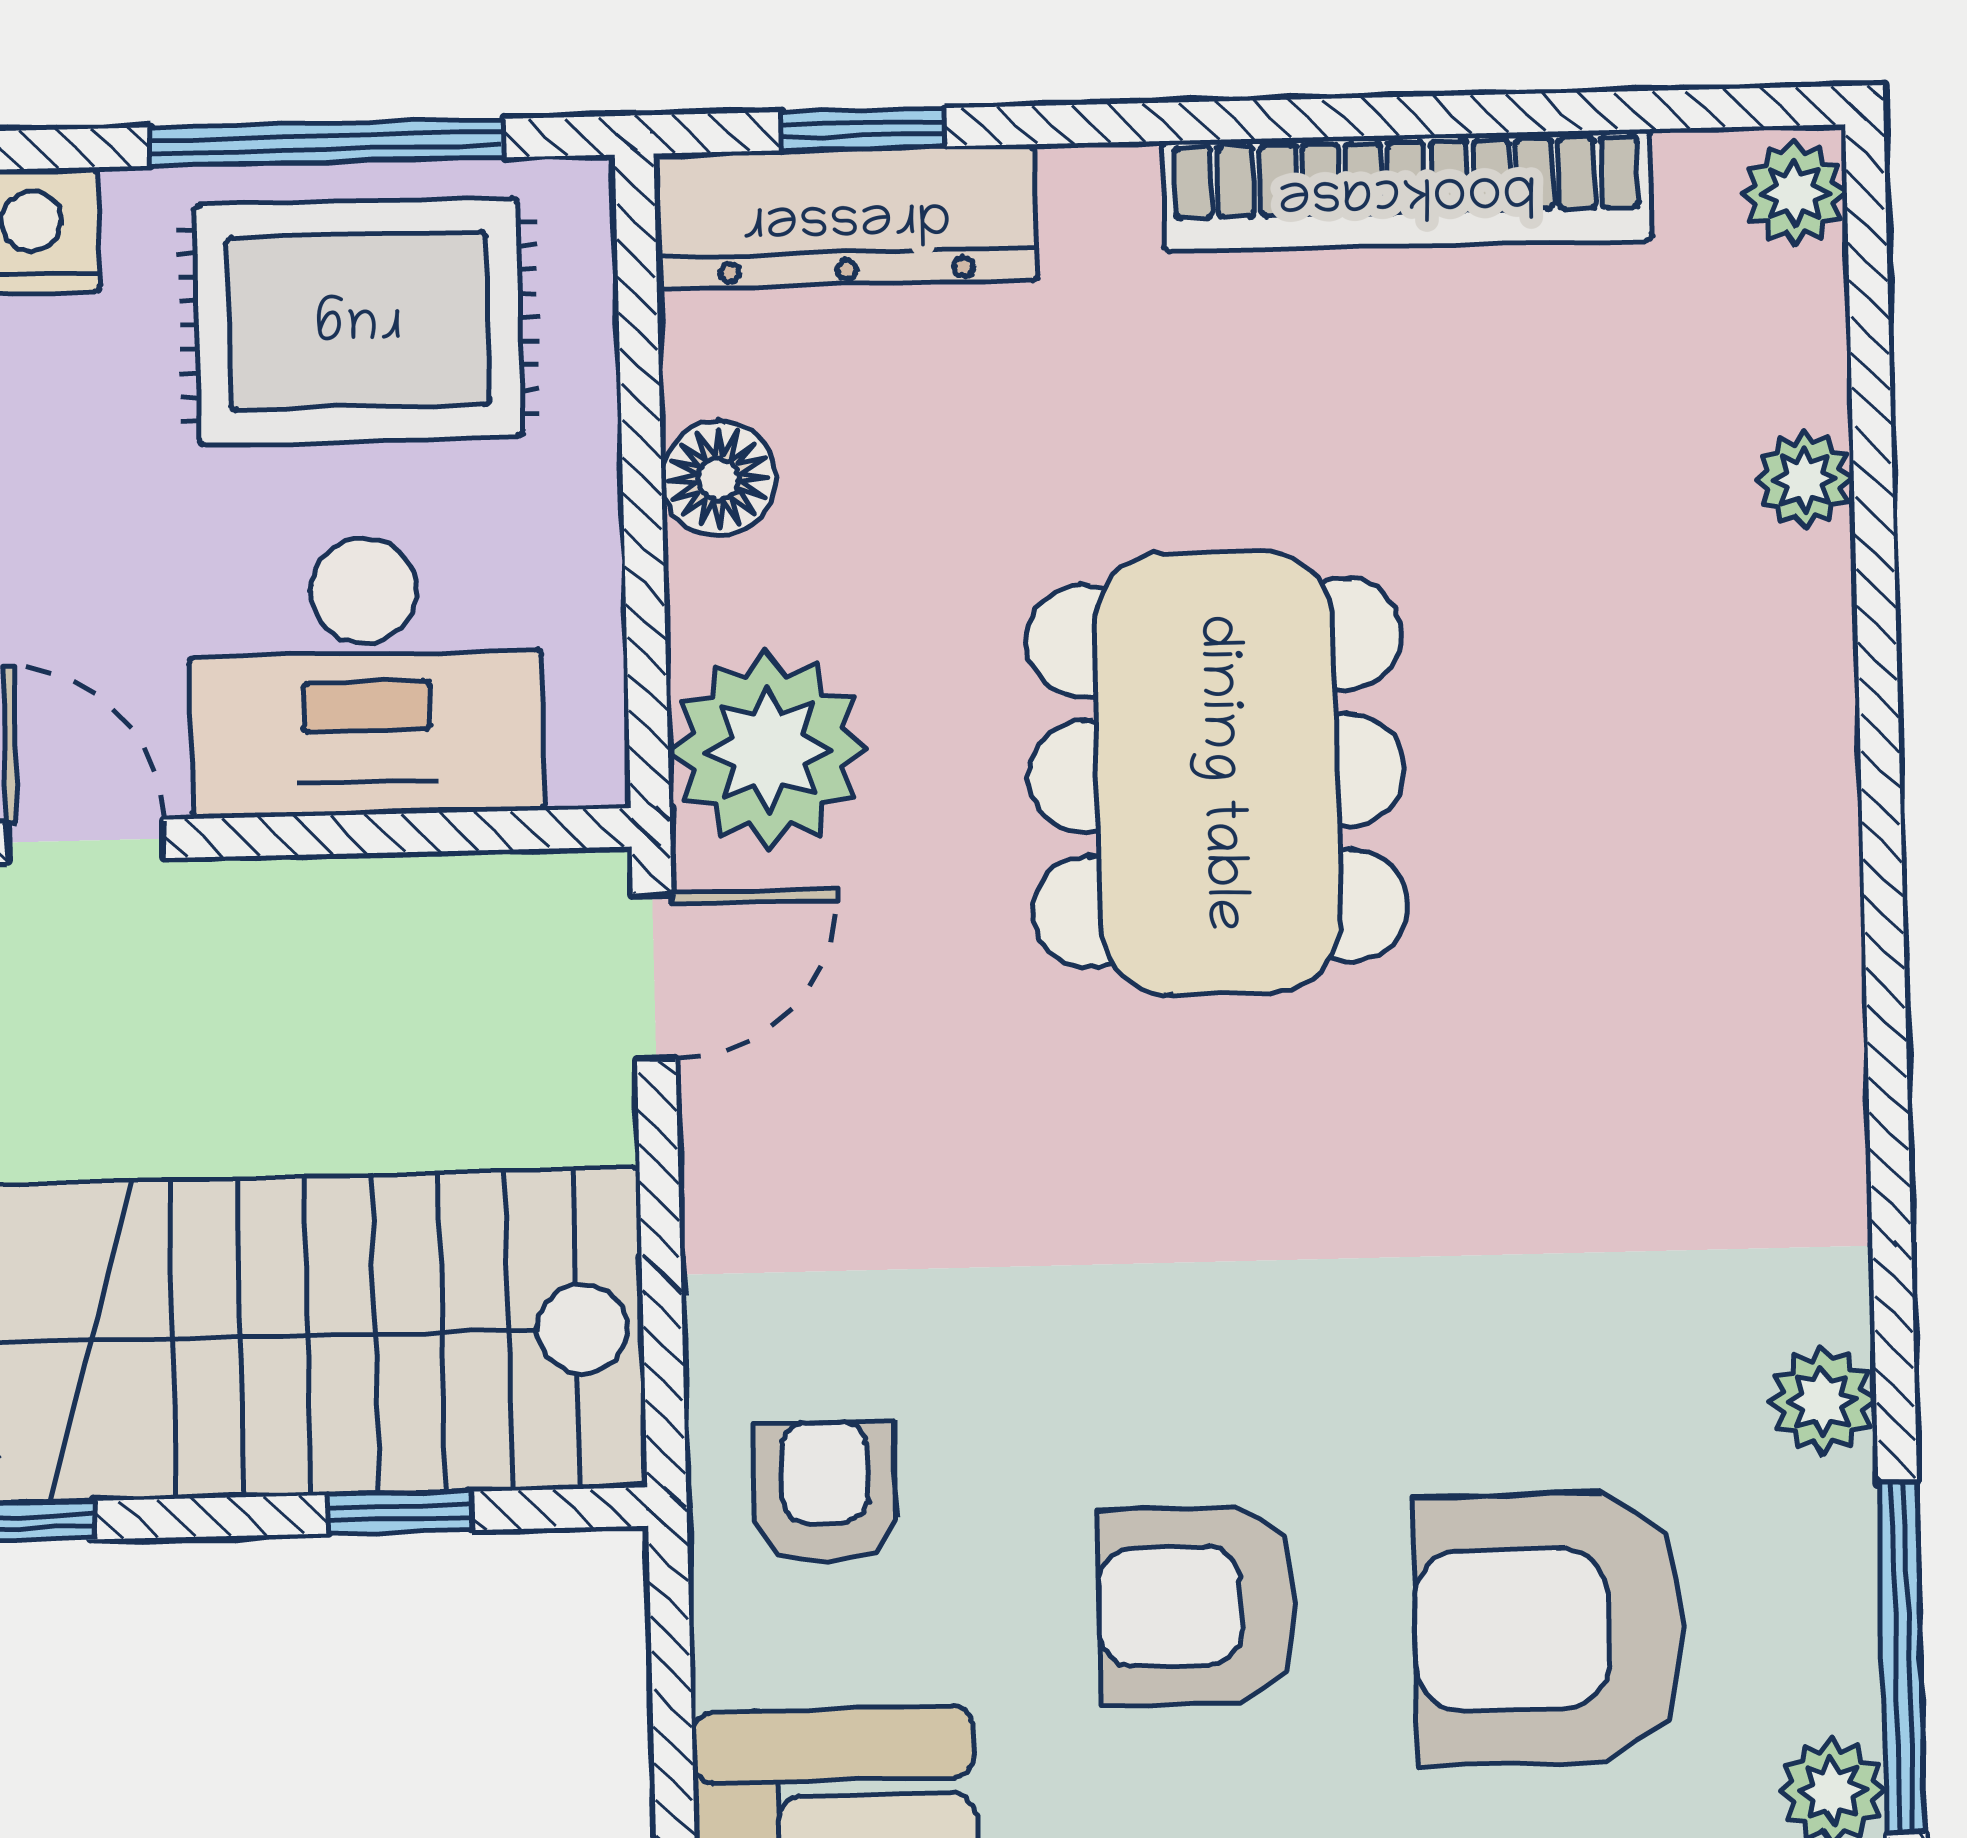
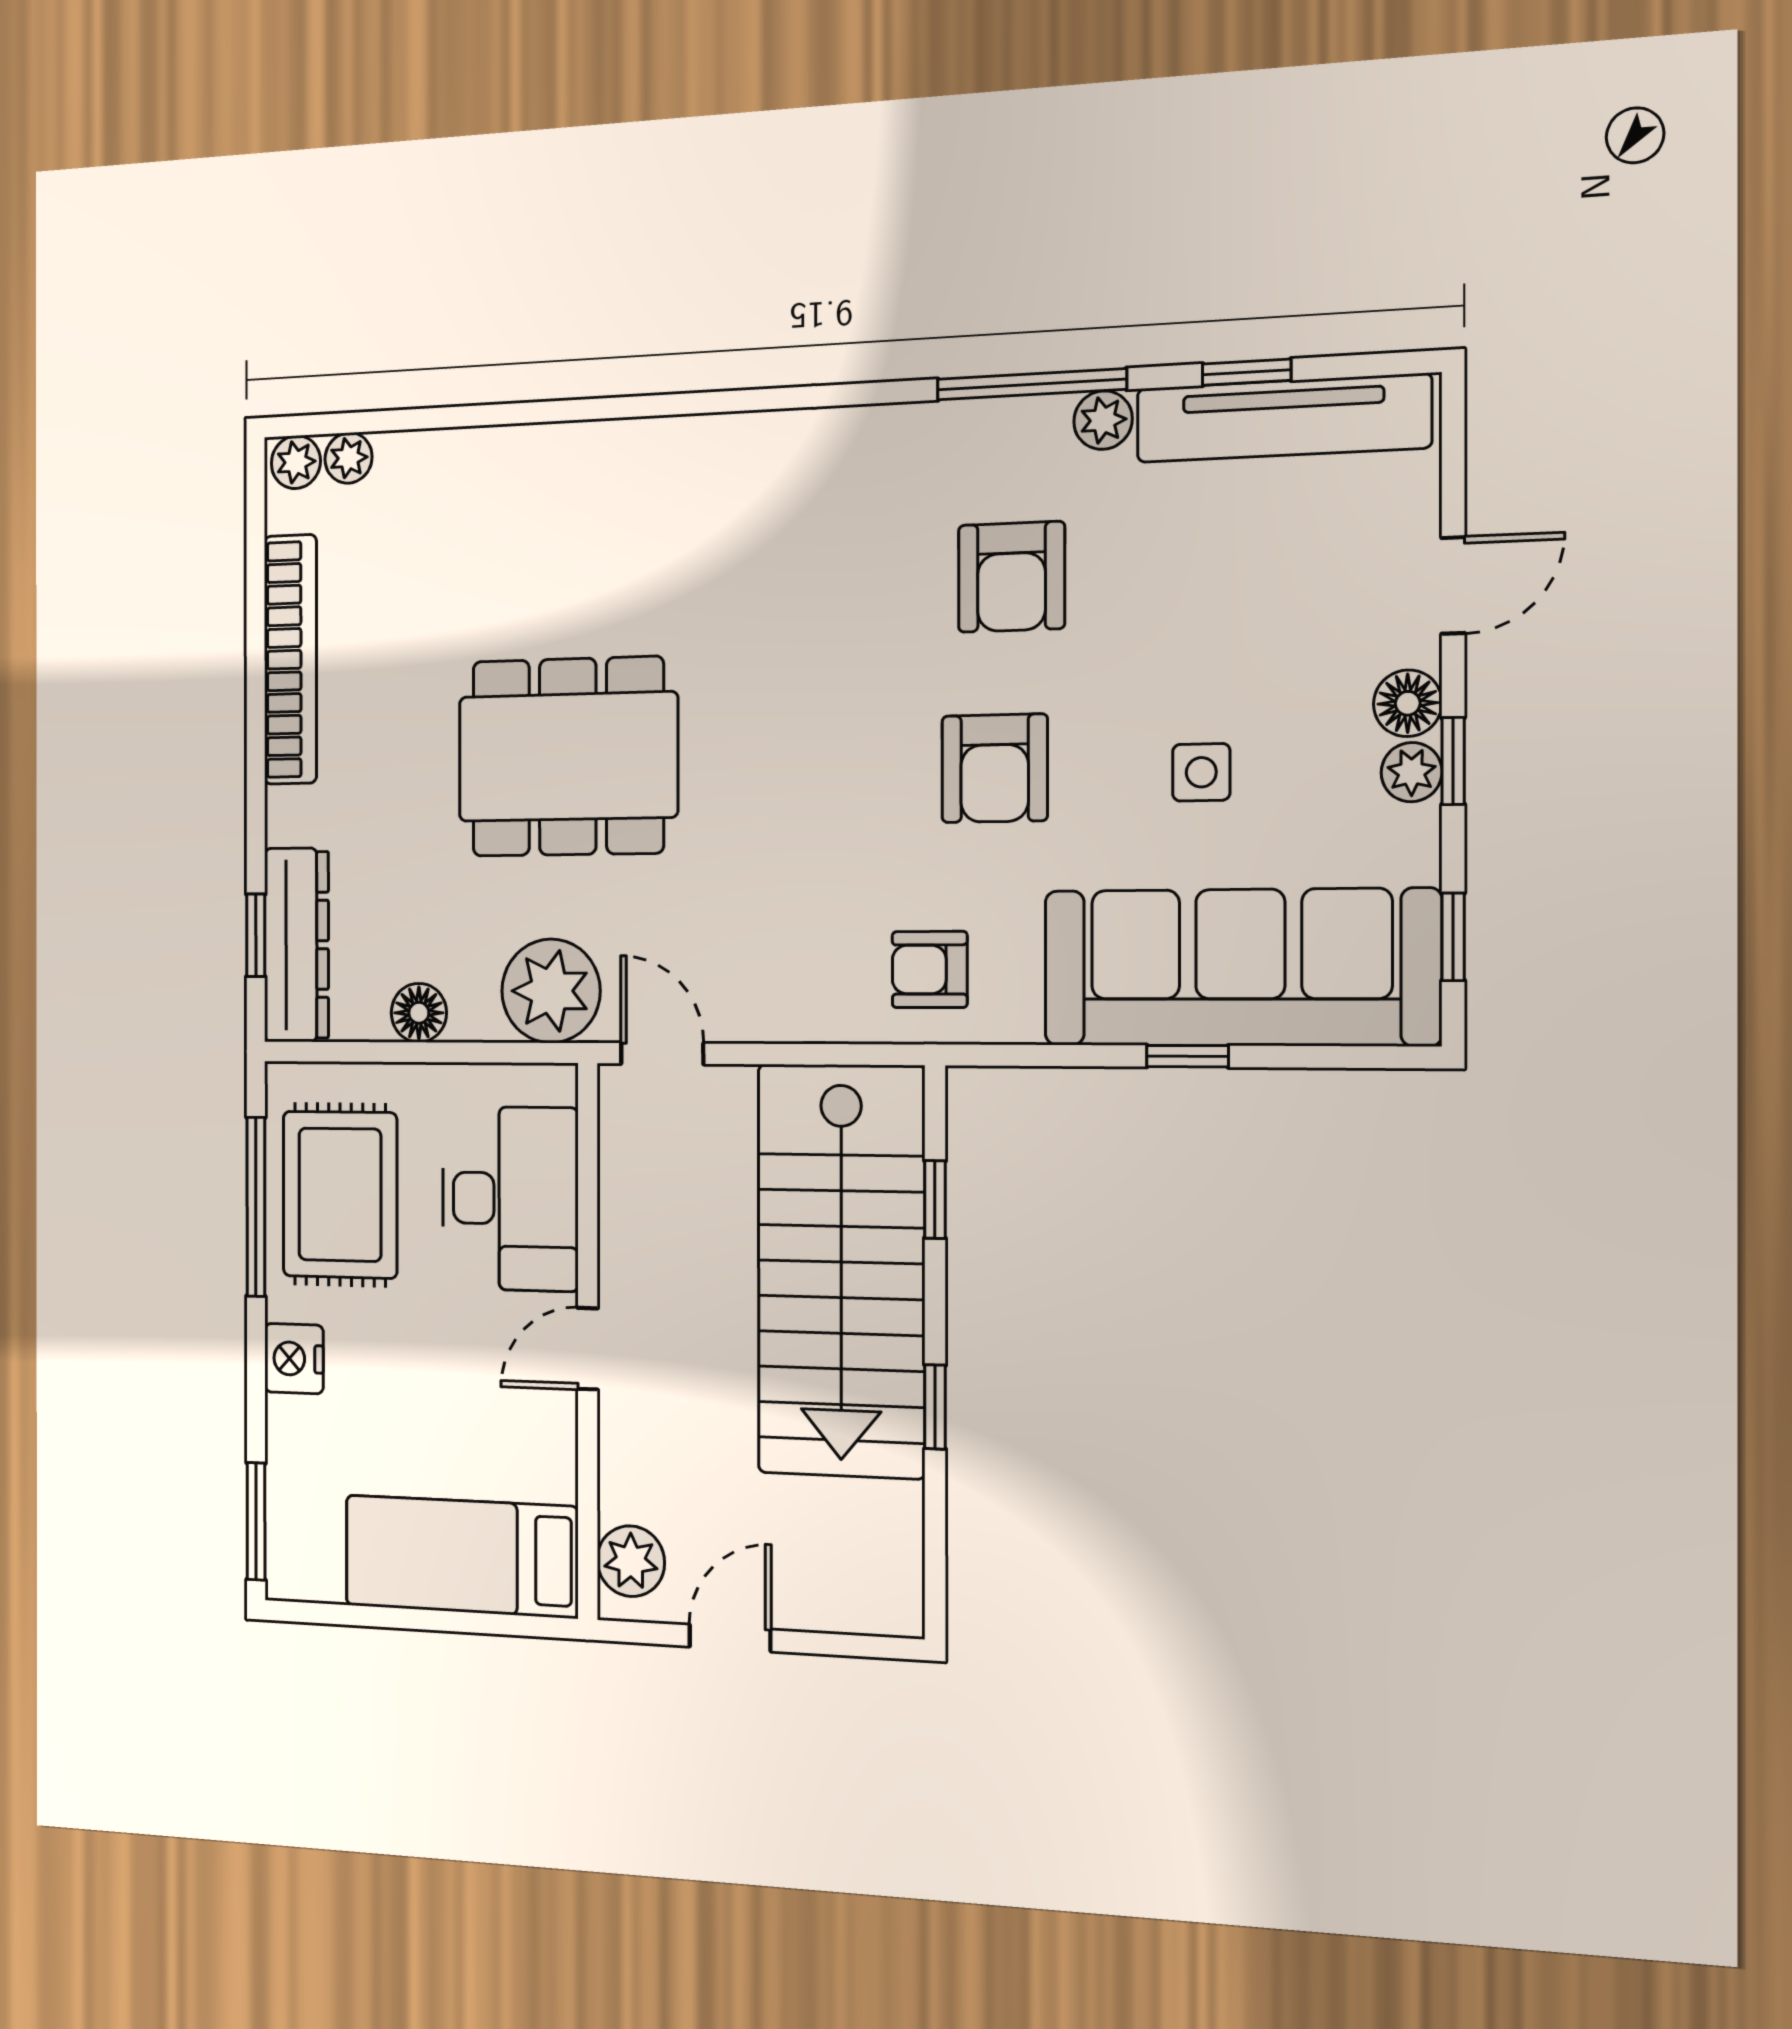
plant: (1804, 479) -> (349, 458), moved
plant: (1822, 1401) -> (894, 431), removed
armchair: (1549, 1629) -> (1011, 577), width x0.73, depth x0.73

